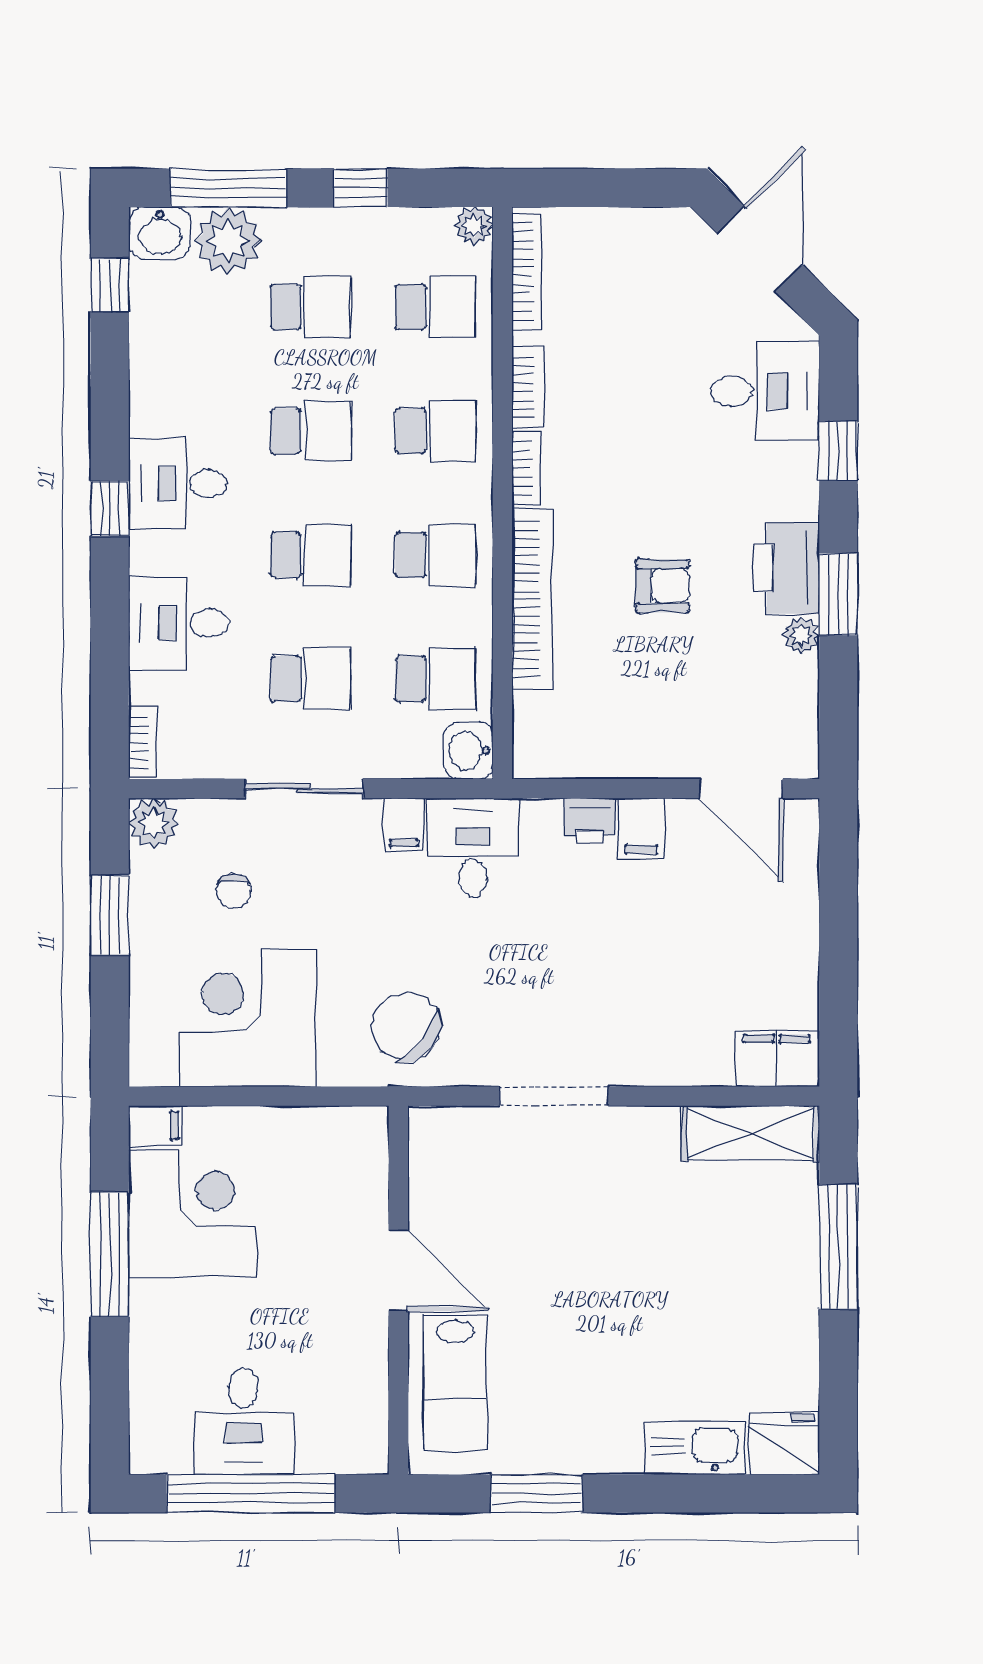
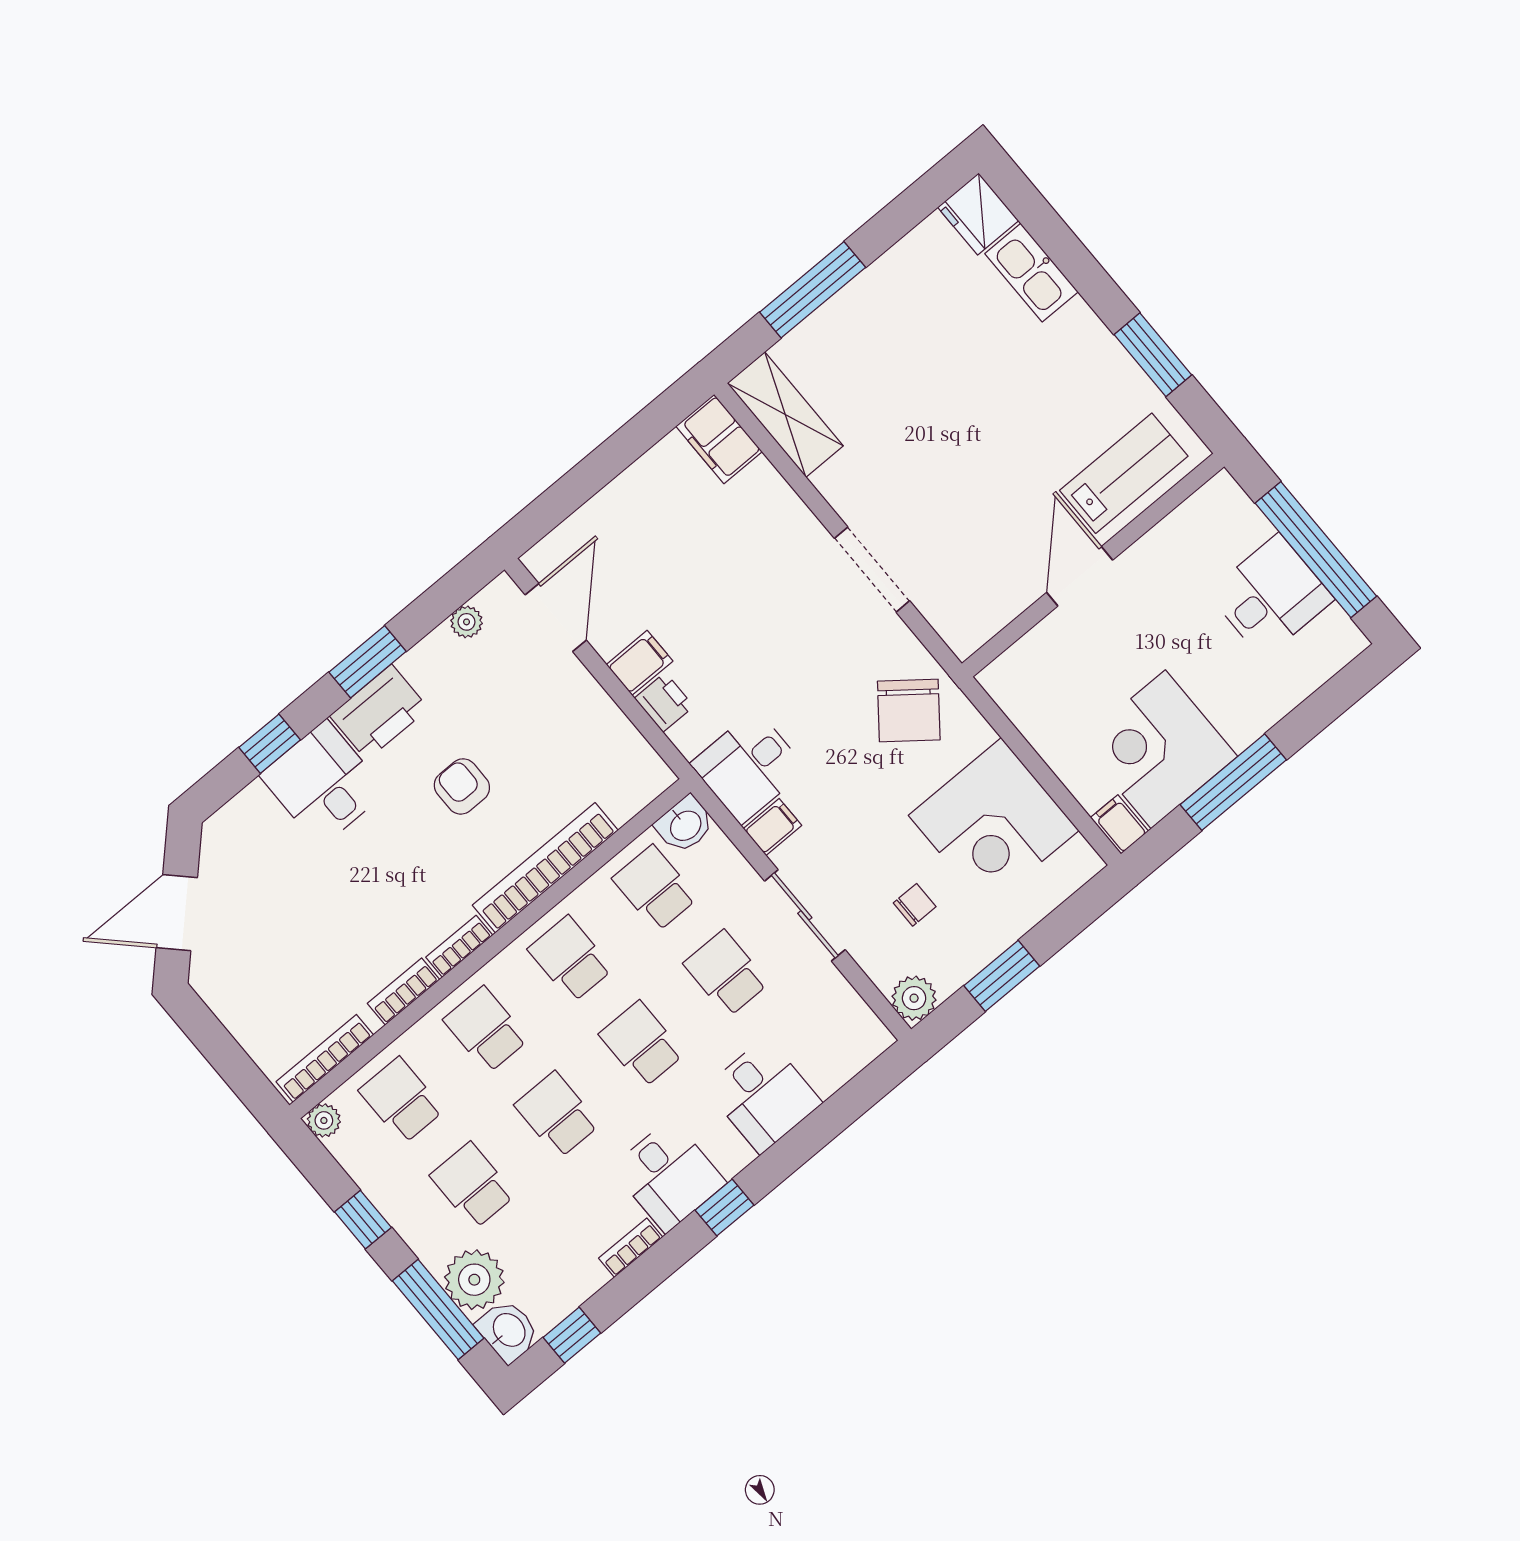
desk: (765, 391) -> (323, 783), moved
plant: (801, 636) -> (467, 622), moved
bookcase: (143, 742) -> (631, 1248), moved

